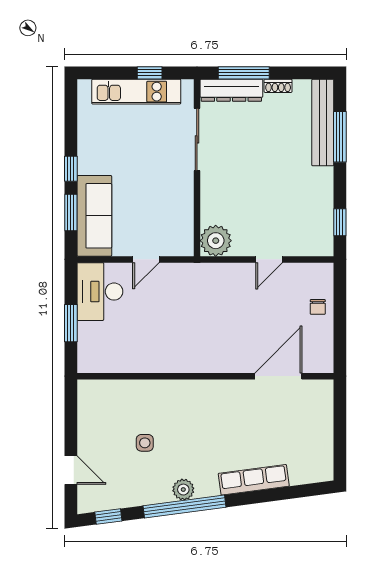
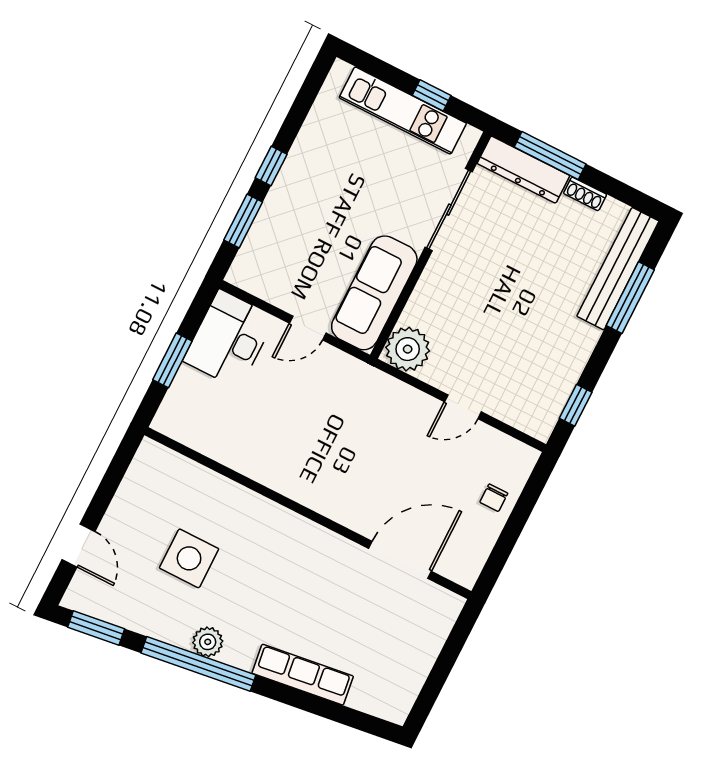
sofa: (94, 216) -> (374, 293), moved, turned 180
side table: (145, 443) -> (189, 558), width x1.87, depth x1.87
window: (108, 517) -> (96, 628), width x1.50

